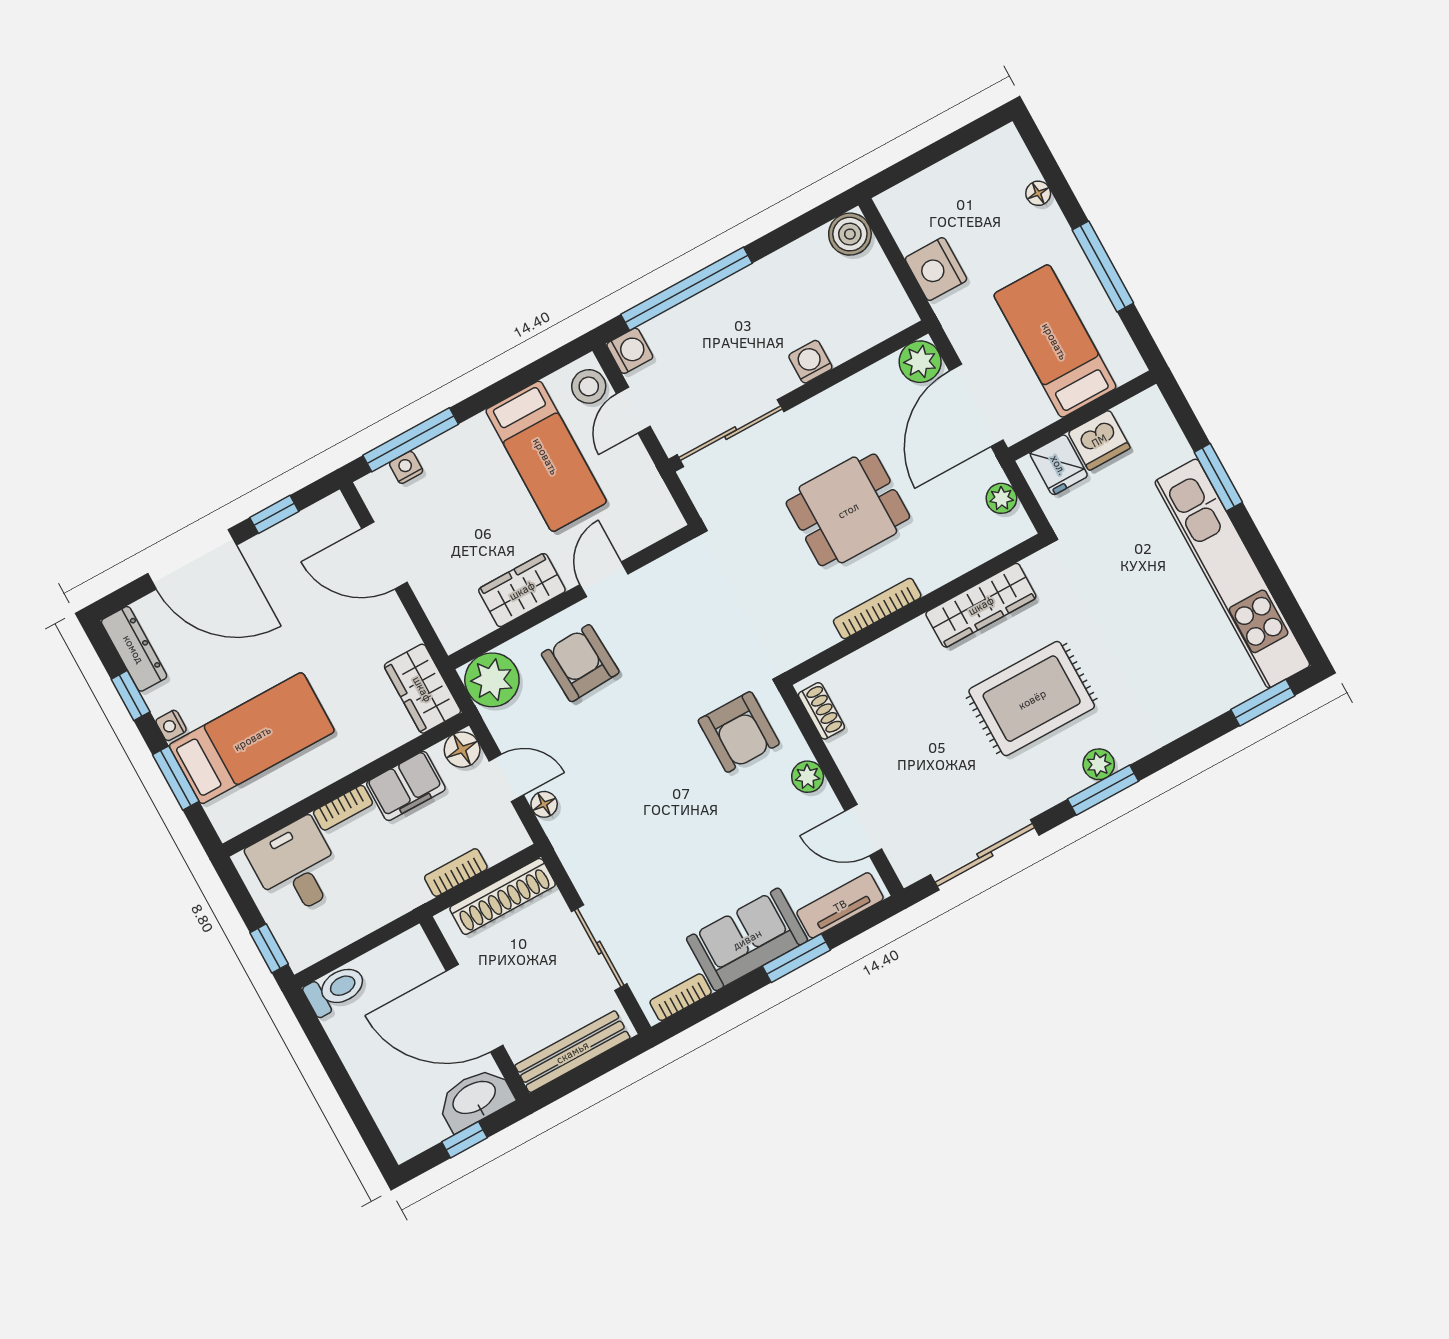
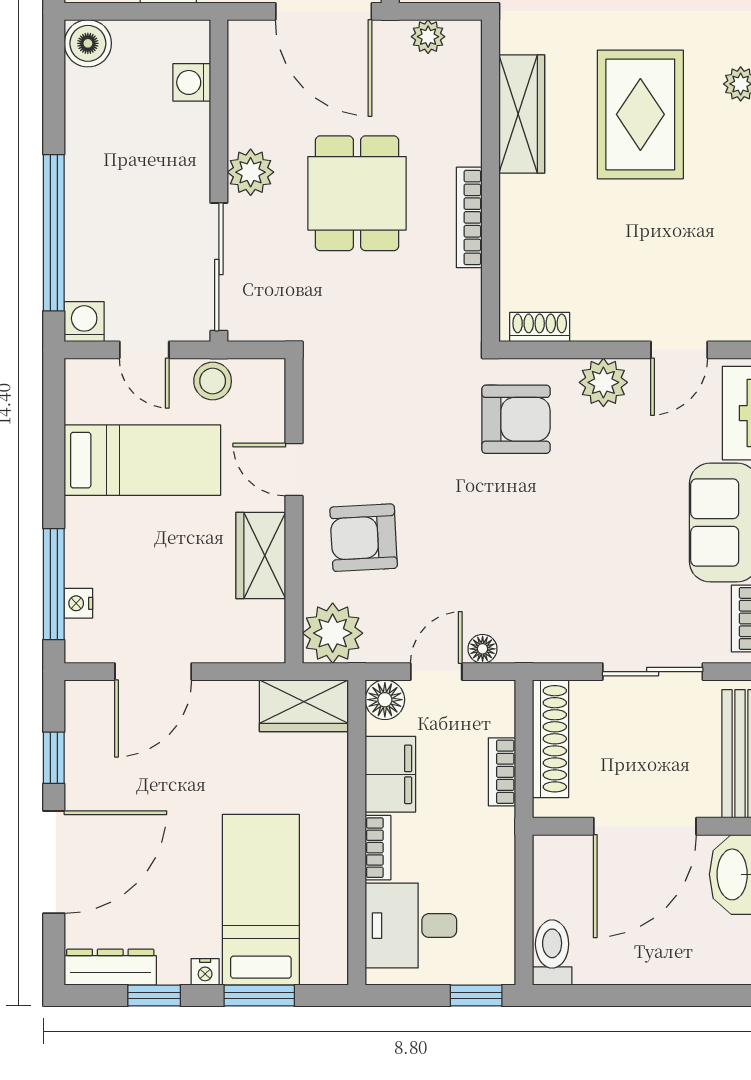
washing machine: (810, 362) -> (192, 82), moved
plant: (920, 362) -> (251, 172), moved
stool: (589, 386) -> (213, 381), moved
plant: (808, 777) -> (603, 382), width x1.38, depth x1.38

